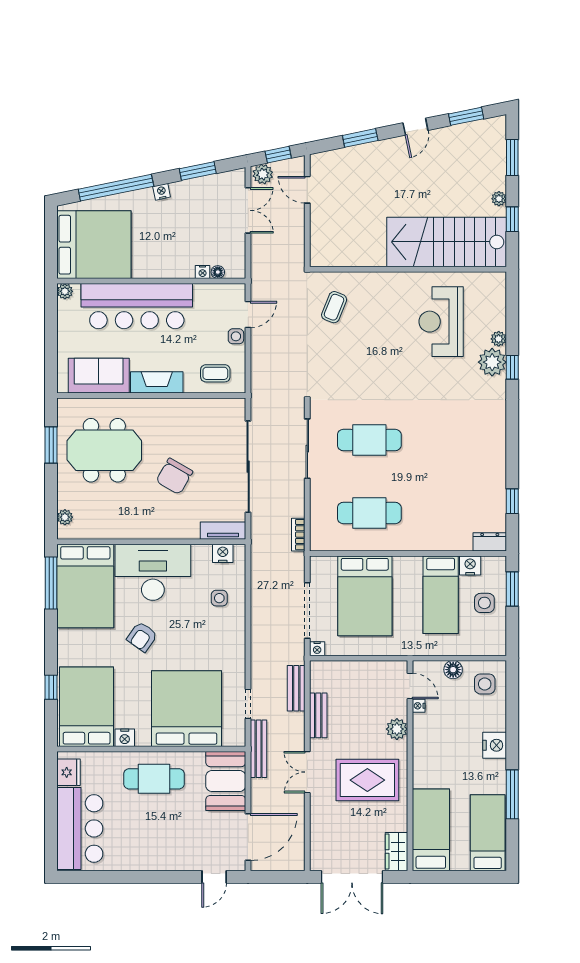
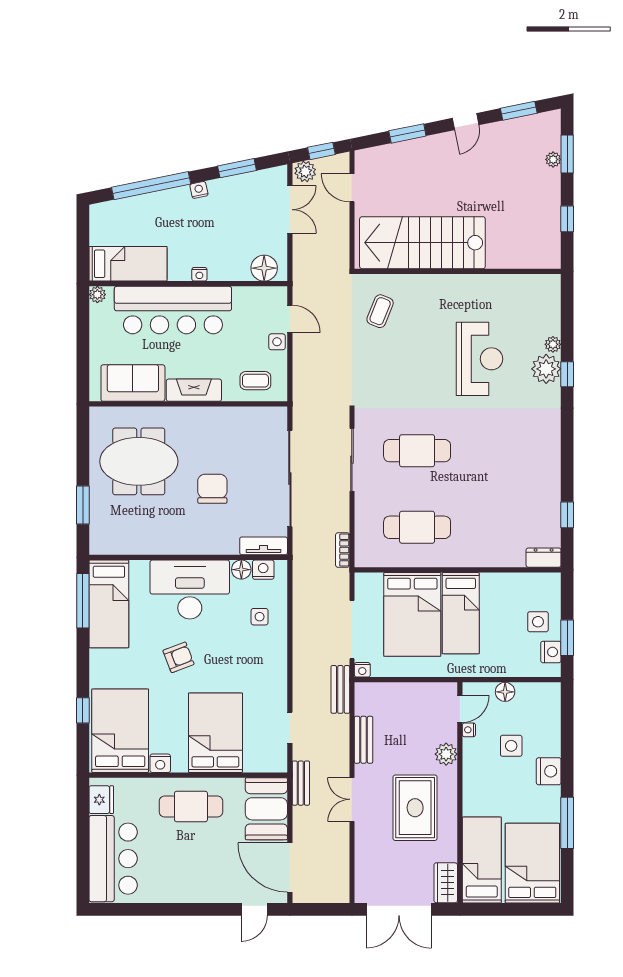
plant: (499, 199) -> (553, 159), moved
stairs: (447, 242) -> (422, 243), moved
bed: (94, 245) -> (128, 264), width x0.49
nightstand: (203, 272) -> (199, 274), moved
floor lamp: (218, 272) -> (264, 268), width x1.89, depth x1.89
door: (248, 315) -> (290, 319), hinge flipped
reception desk: (441, 322) -> (479, 359), moved, turned 180
window: (51, 445) -> (83, 505), moved
chair: (174, 476) -> (212, 489), turned 150
plant: (65, 517) -> (97, 532), removed
floor lamp: (202, 553) -> (241, 570), added
nightstand: (470, 565) -> (551, 652), moved, turned 90
bed: (85, 586) -> (109, 604), width x0.67
window: (512, 589) -> (567, 638), moved
bed: (441, 595) -> (461, 613), moved
armchair: (142, 637) -> (179, 657), turned -146
side table: (485, 684) -> (511, 746), moved
door: (410, 686) -> (460, 709), hinge flipped
bench: (296, 688) -> (340, 689), moved
bed: (187, 709) -> (215, 733), width x0.73
bench: (259, 749) -> (301, 783), width x0.73
rug: (367, 780) -> (415, 808), turned 90
bed: (488, 833) -> (532, 863), width x1.50
door: (248, 837) -> (290, 868), swing flipped

